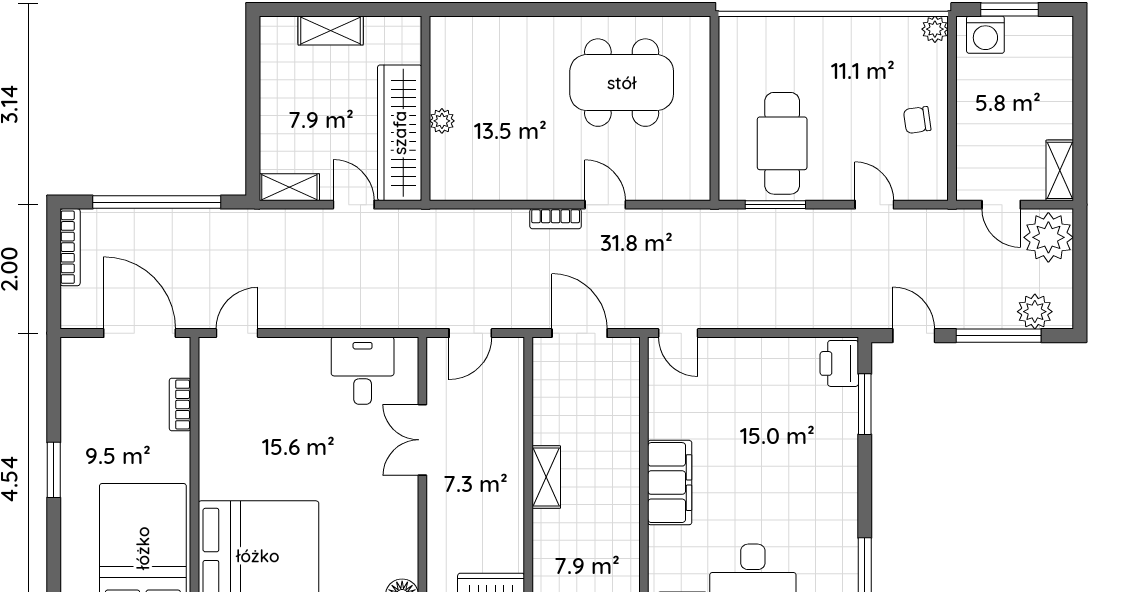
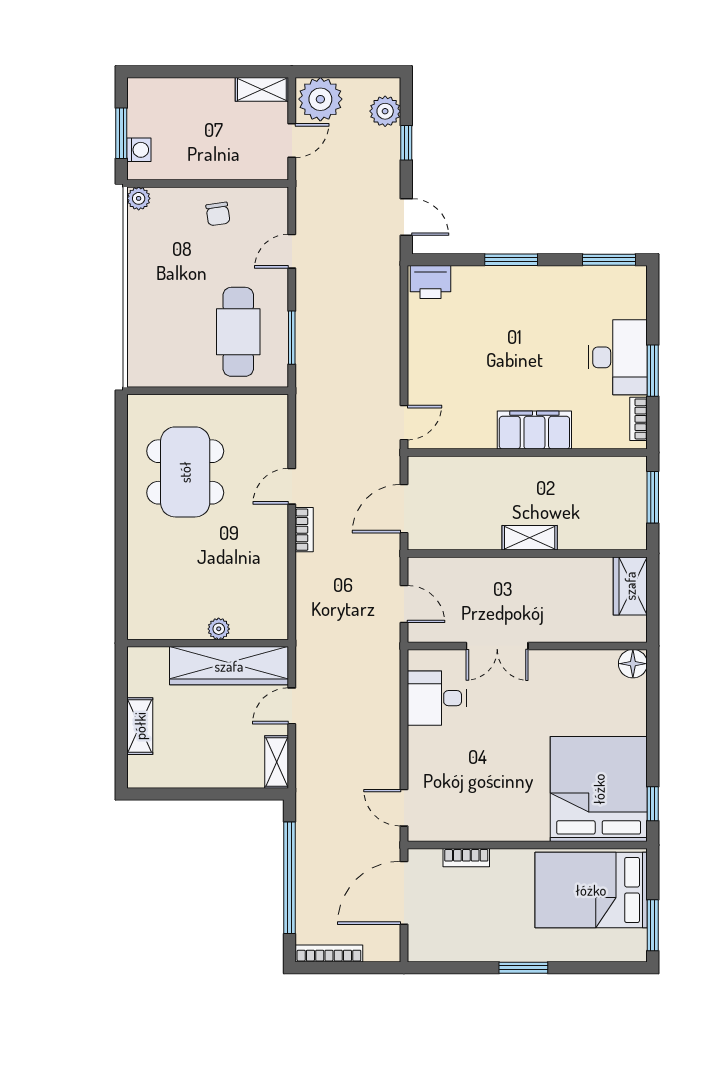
washing machine: (985, 35) -> (139, 150), width x0.73, depth x0.73
cafe table: (782, 143) -> (238, 332), turned 90
door: (914, 336) -> (406, 217), swing flipped
window: (999, 336) -> (406, 143), width x0.46
window: (865, 404) -> (511, 260), moved

